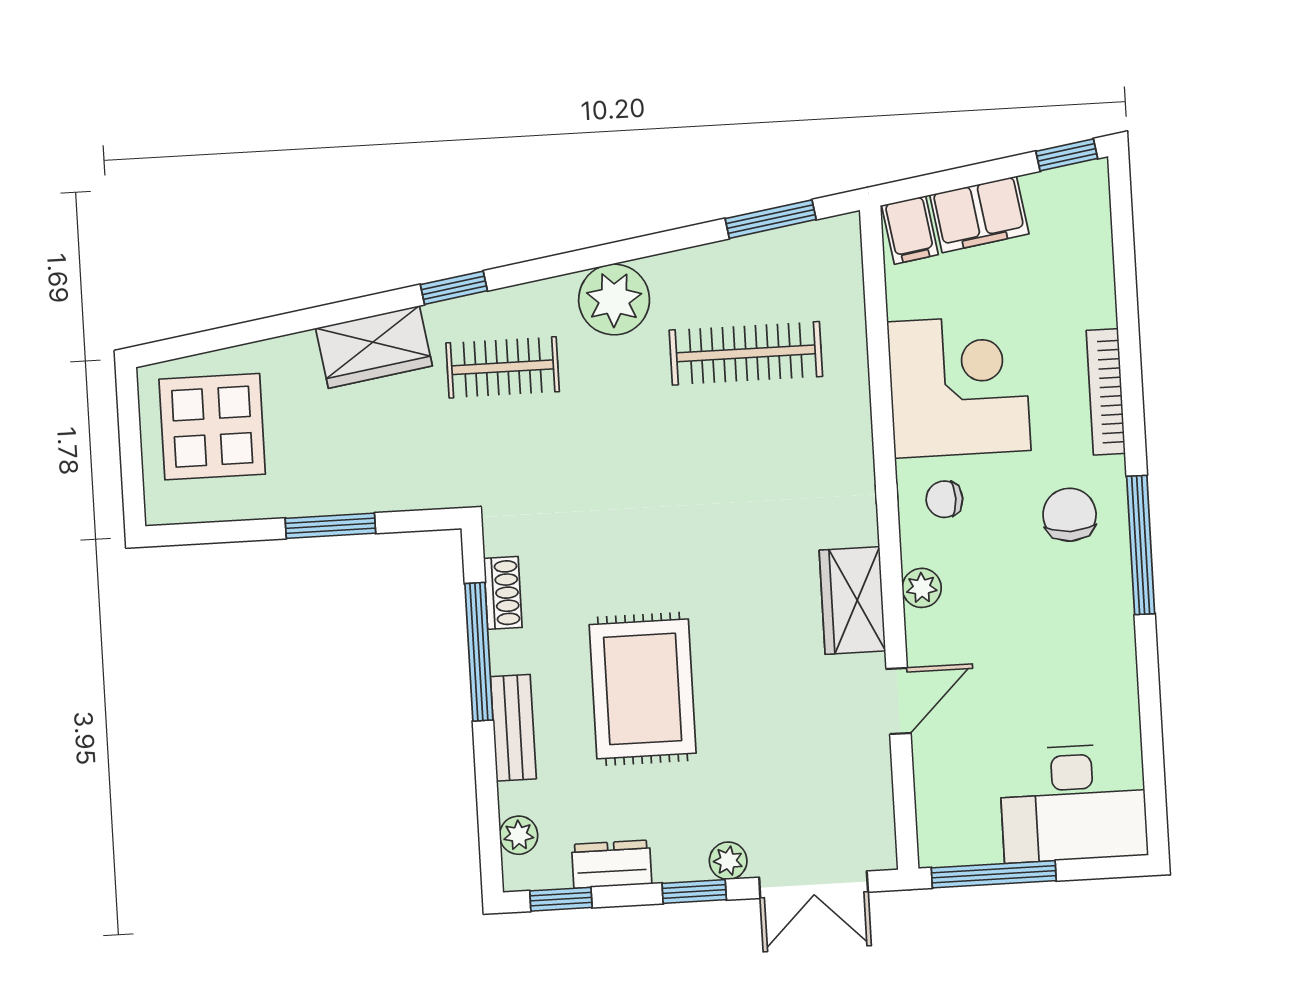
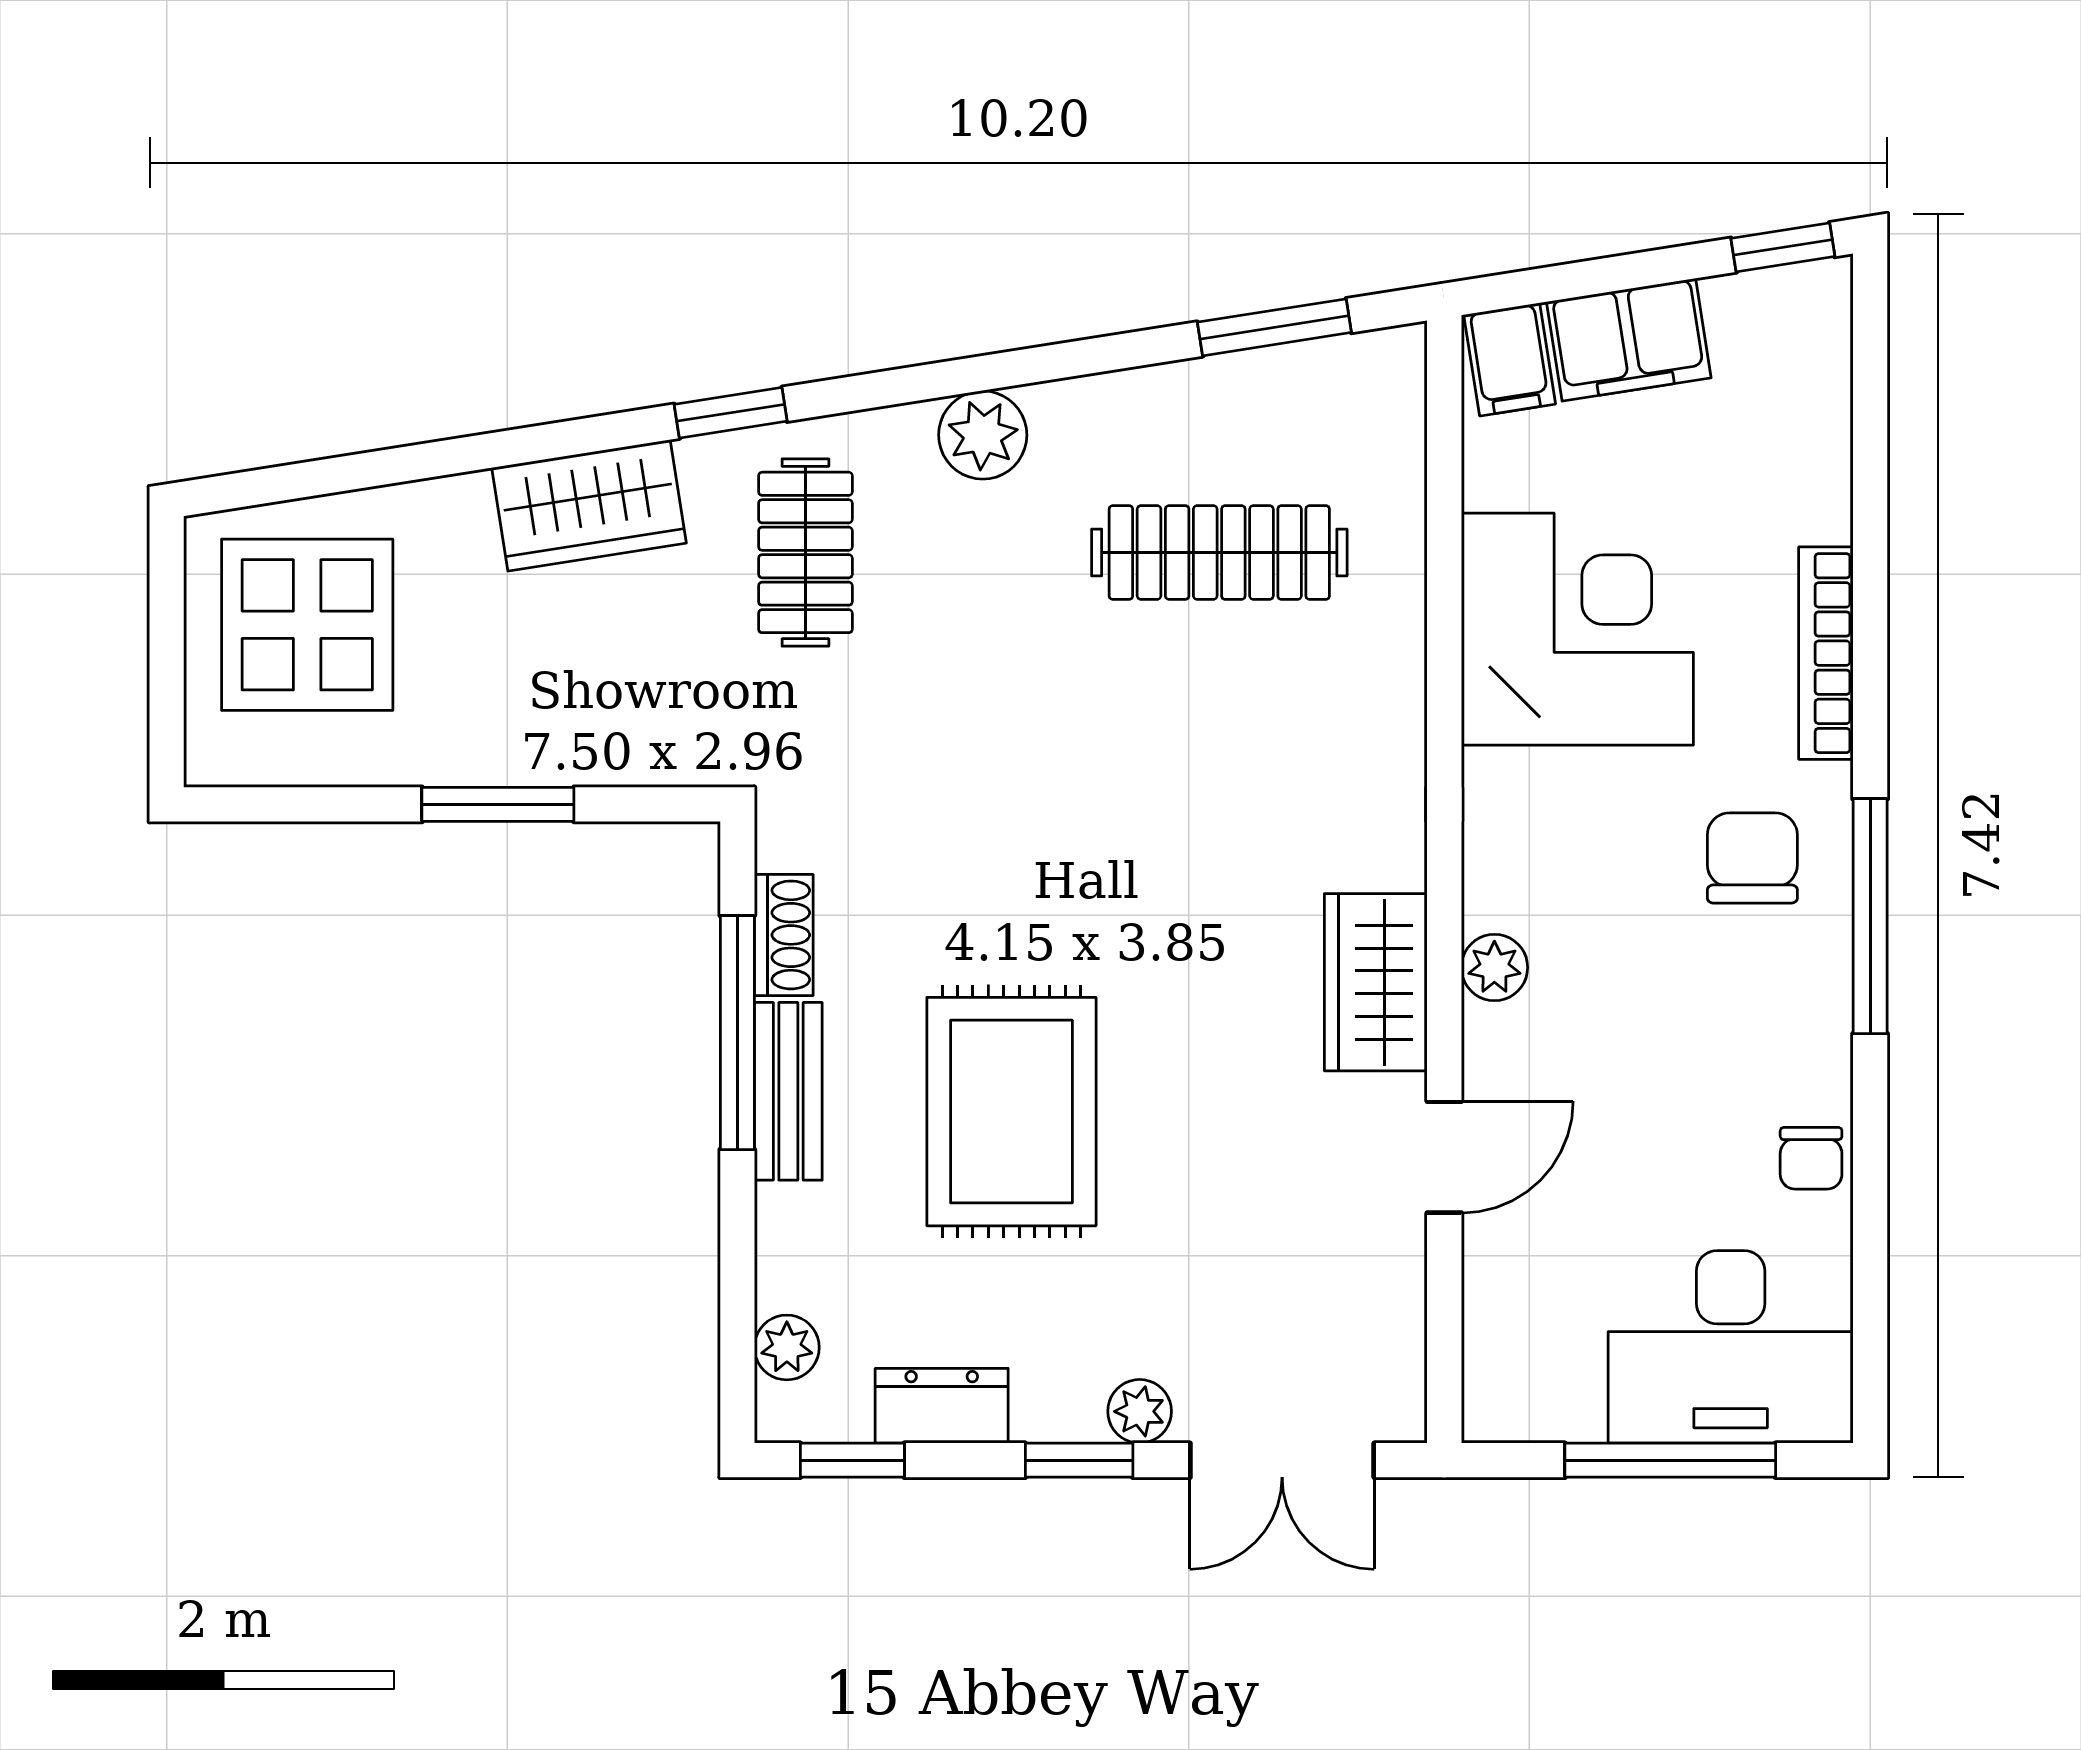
plant: (614, 300) -> (983, 435), width x0.73, depth x0.73
clothes rail: (503, 367) -> (805, 552), turned 90
chair: (944, 499) -> (1811, 1158), moved, turned -90
bench: (513, 728) -> (788, 1091), moved
window: (994, 874) -> (1670, 1460), moved

